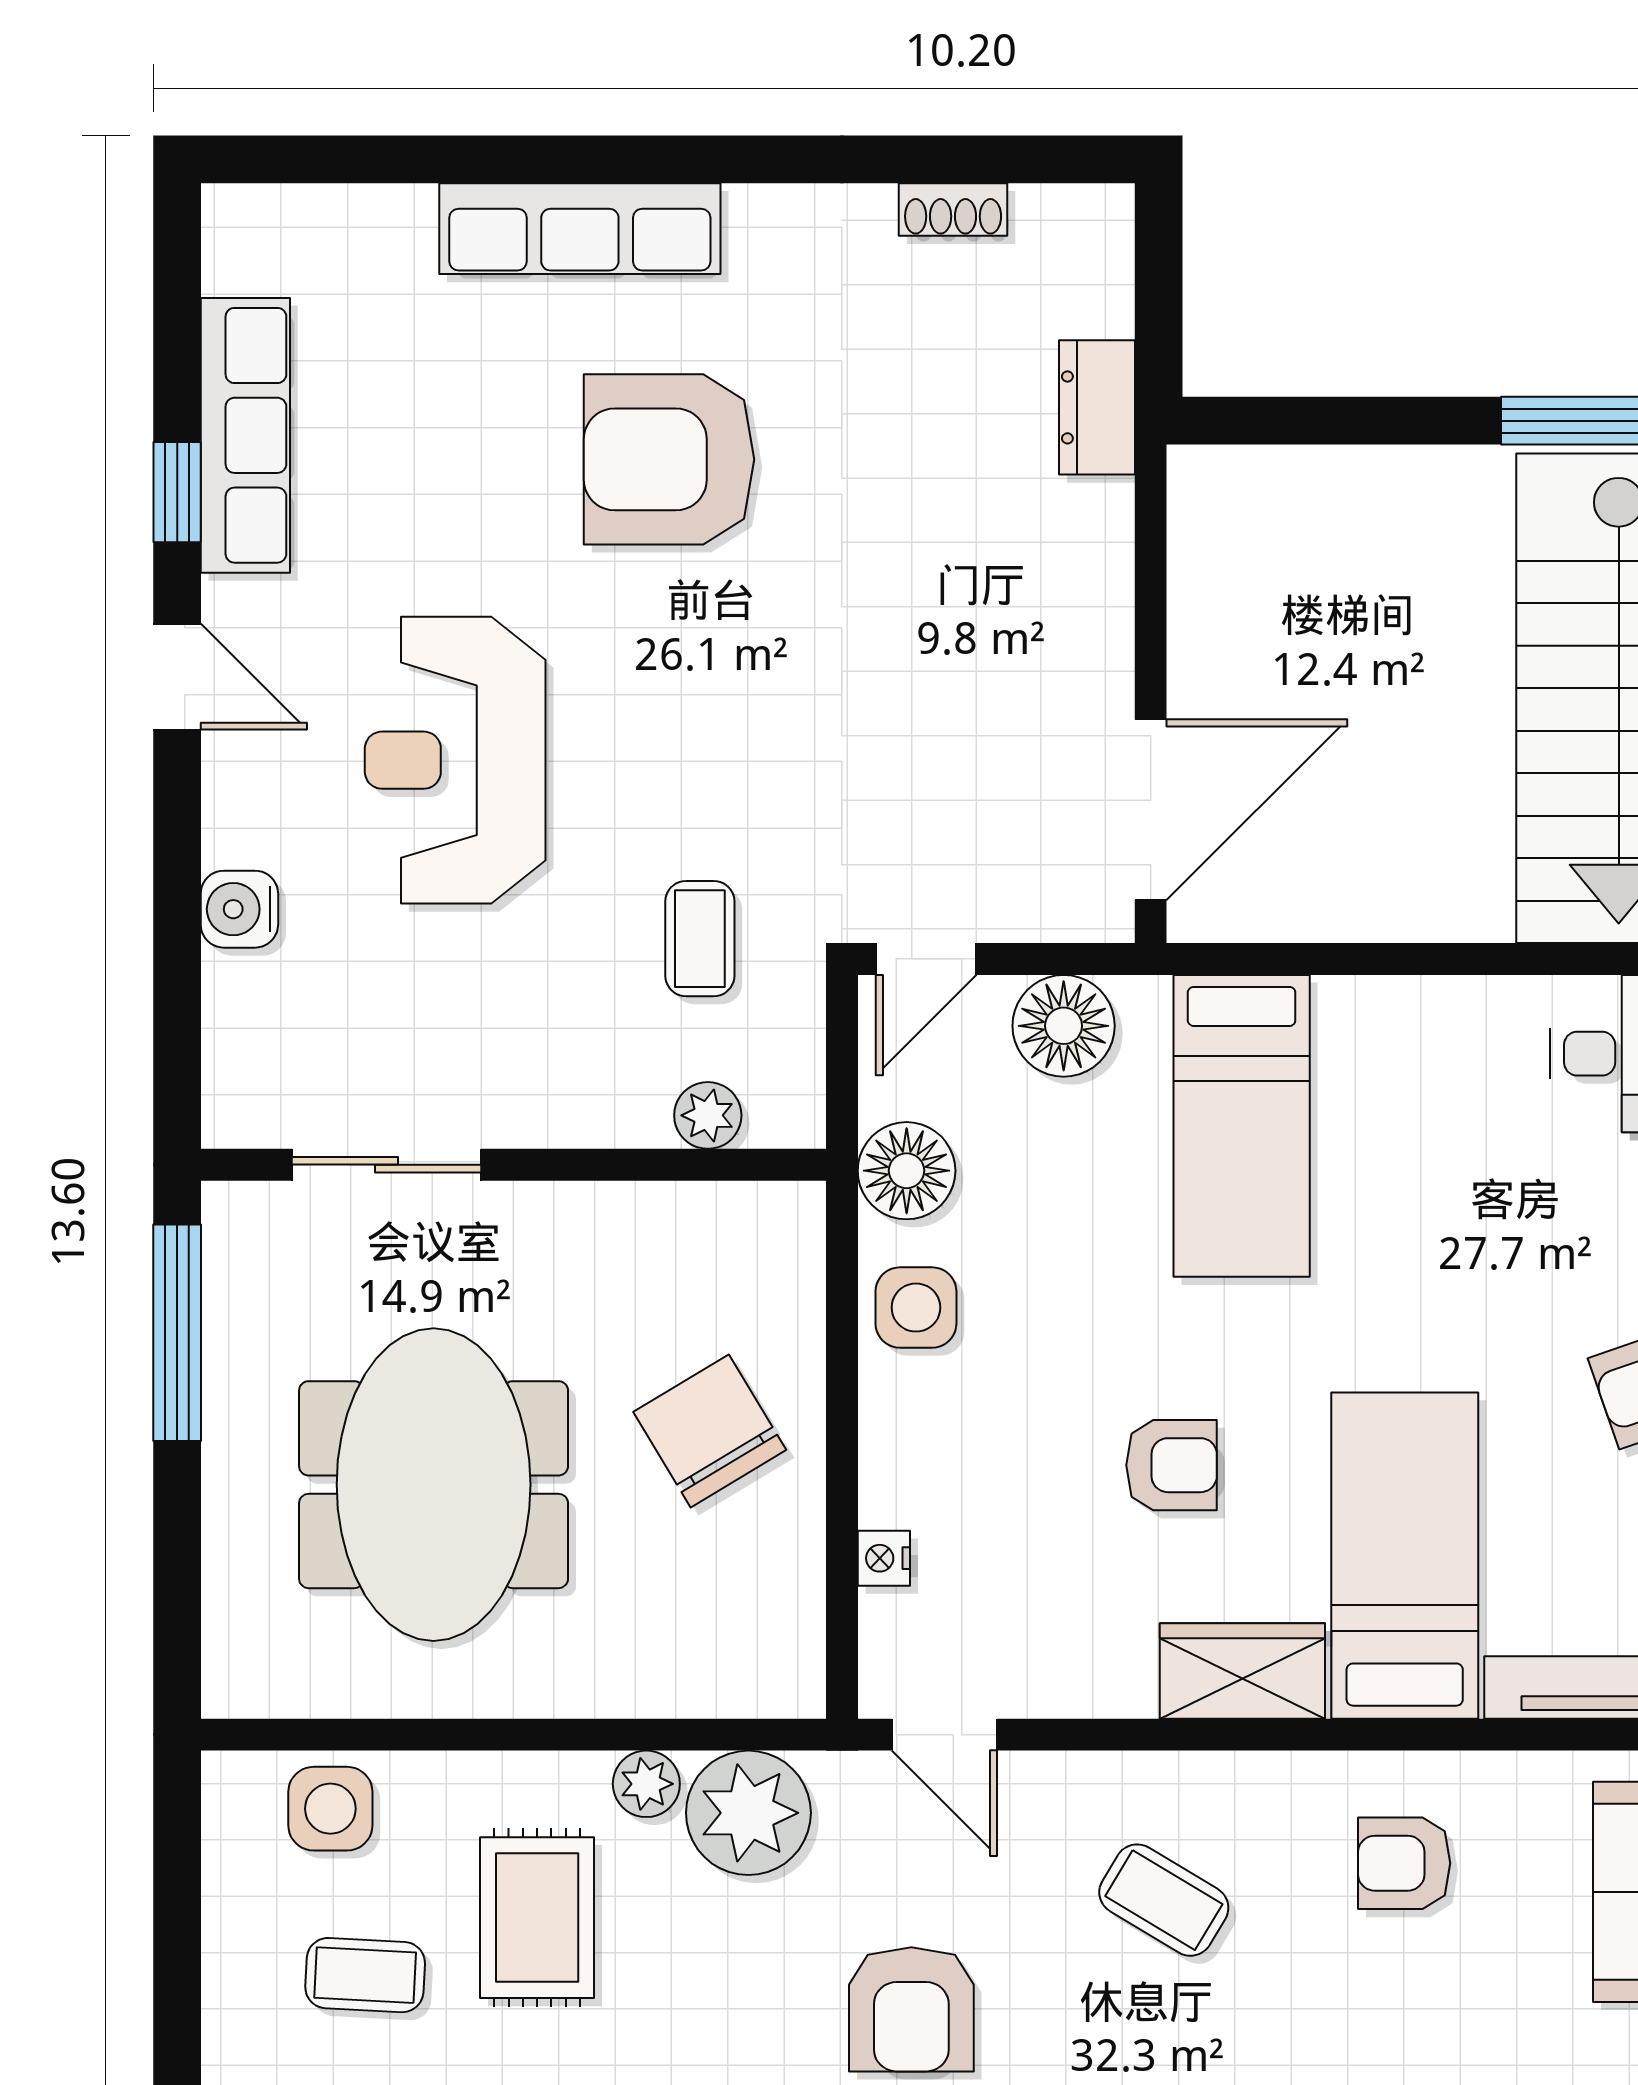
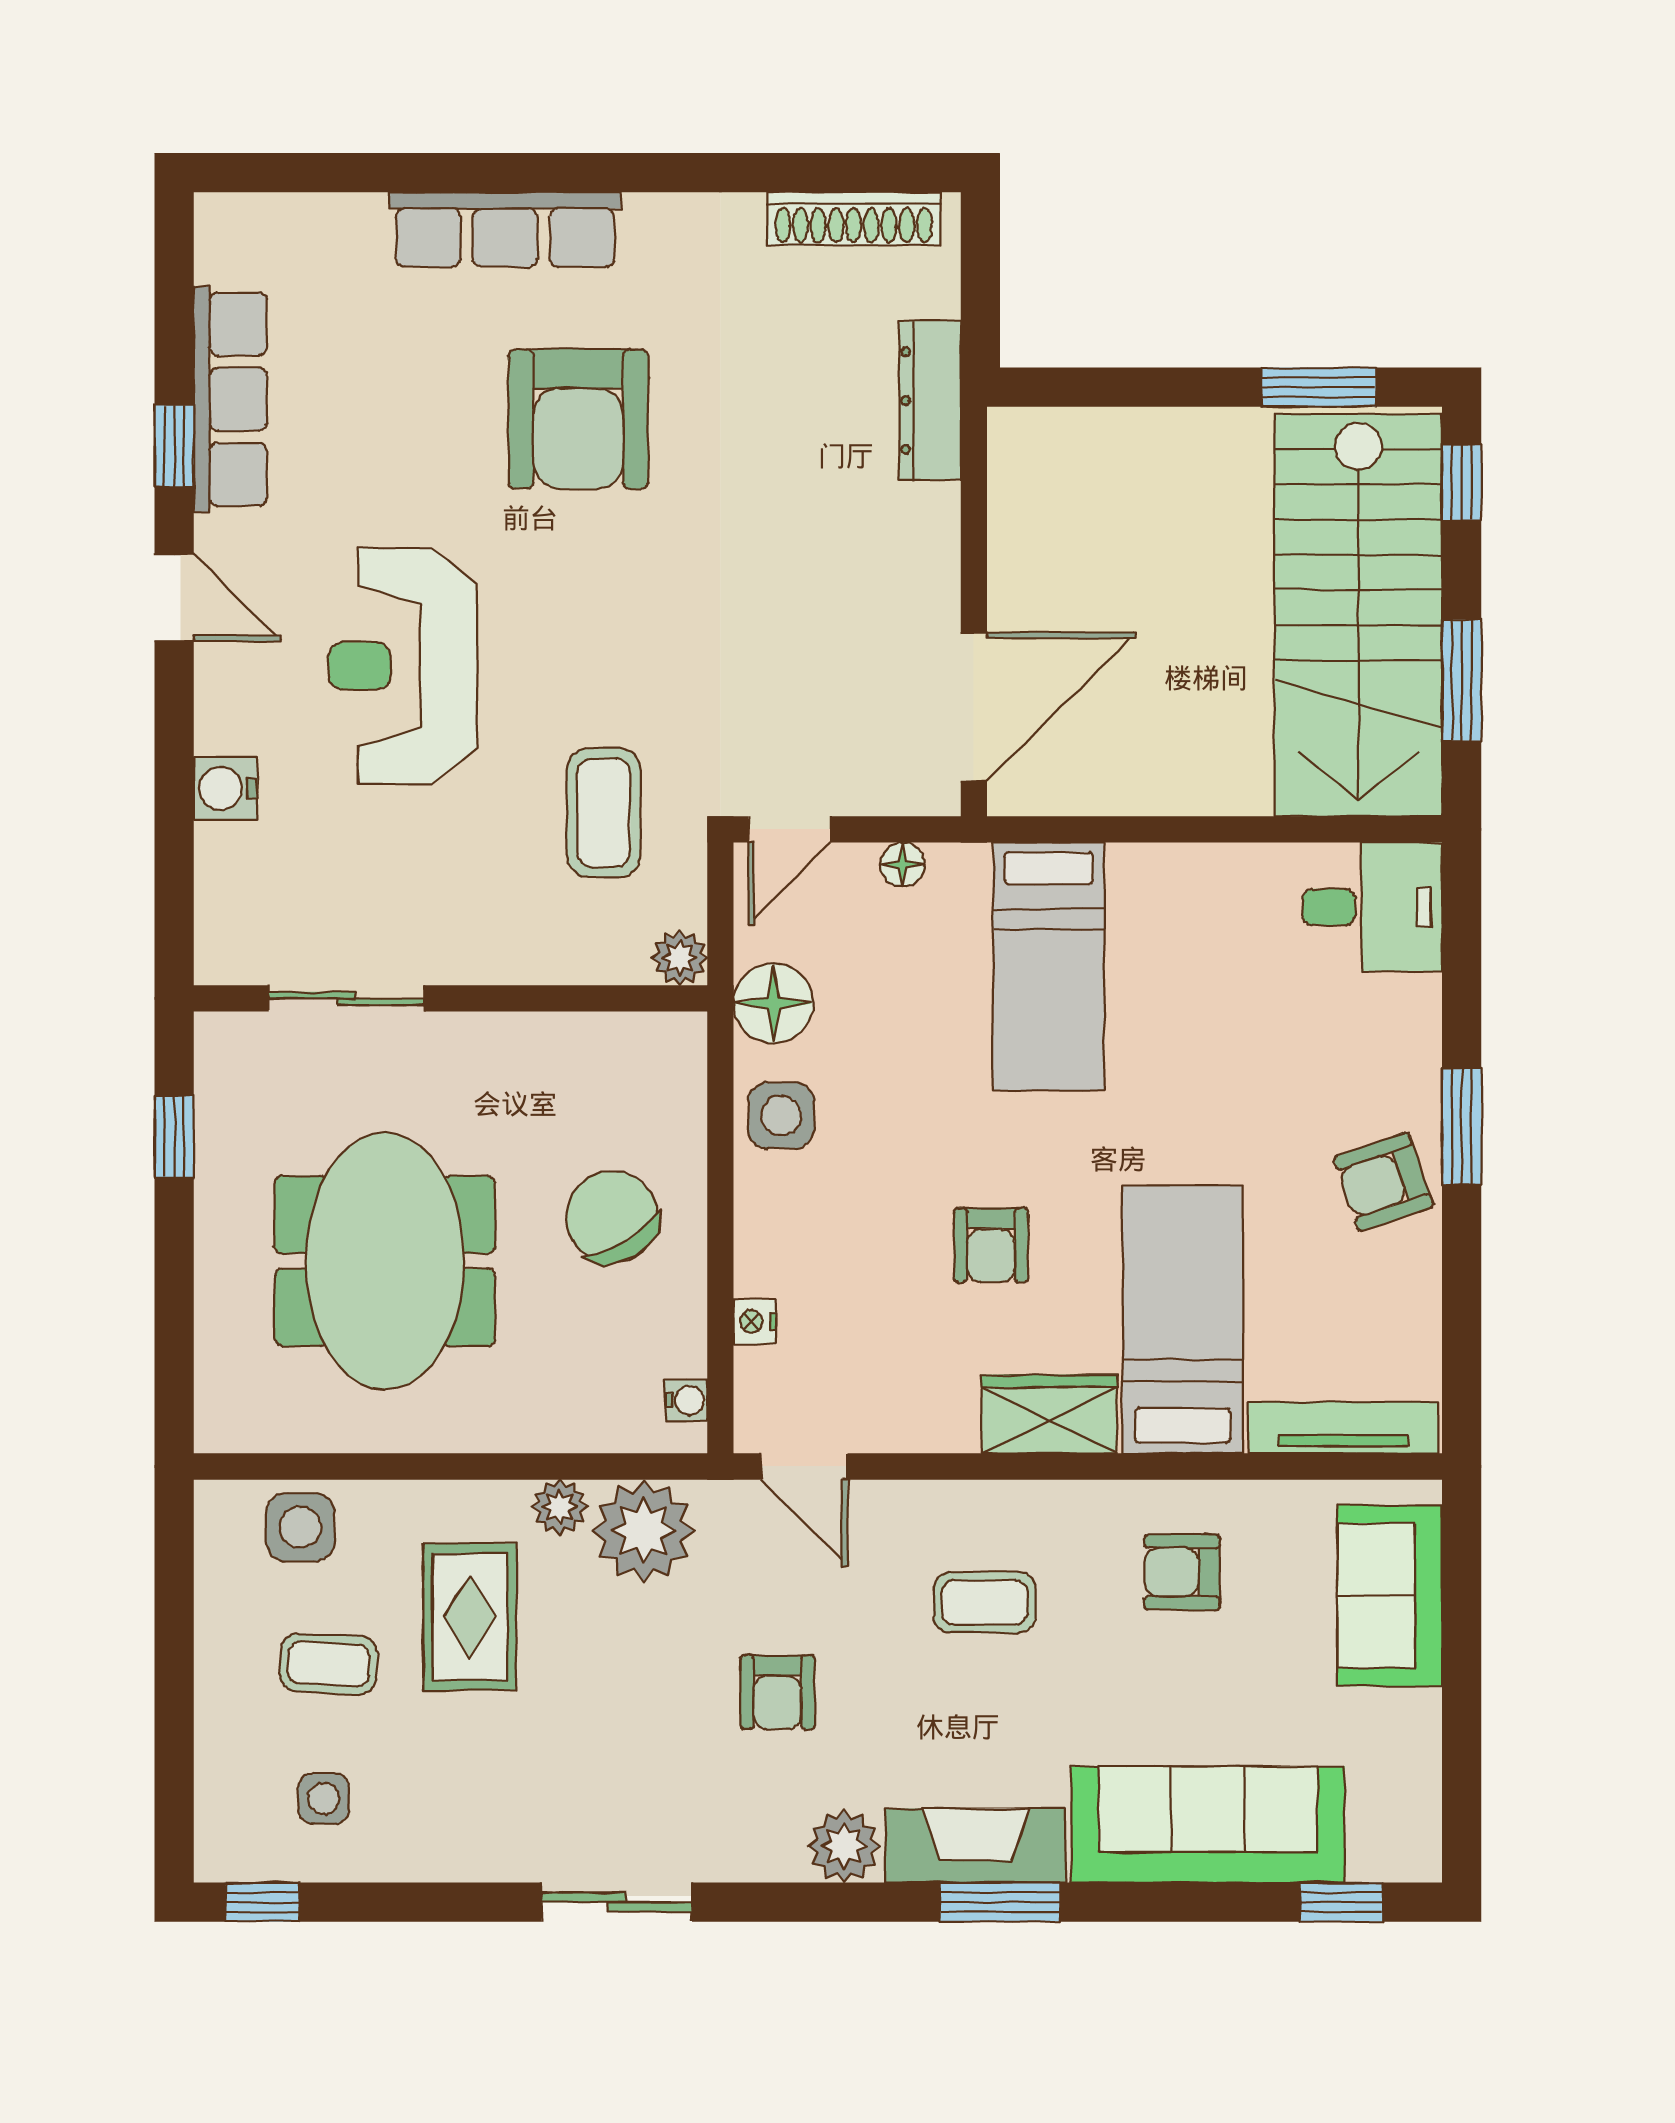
shoe rack: (953, 210) -> (854, 219), width x1.94, depth x1.24
dresser: (1097, 407) -> (930, 400), width x1.44
armchair: (669, 459) -> (578, 419), turned -90
coffee table: (700, 939) -> (604, 813), width x1.36, depth x1.30
floor lamp: (1064, 1026) -> (902, 865), width x0.53, depth x0.53
plant: (708, 1115) -> (680, 958), moved
window: (177, 1333) -> (174, 1136), width x0.46
armchair: (1172, 1465) -> (991, 1245), turned 90
water cooler: (800, 1654) -> (686, 1400), added
coffee table: (1164, 1900) -> (985, 1602), turned -31
armchair: (911, 2009) -> (777, 1692), width x0.72, depth x0.72

